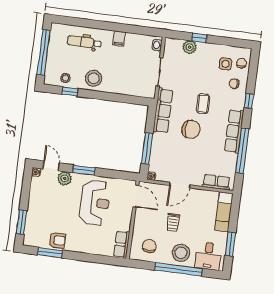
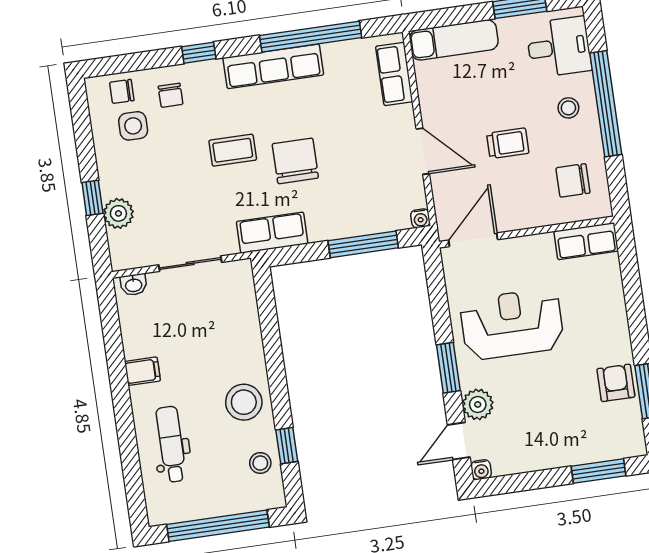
dental chair: (84, 42) -> (171, 444), turned 180
row of seats: (163, 111) -> (272, 233), width x0.68
stool: (181, 253) -> (568, 108), width x0.53, depth x0.53

